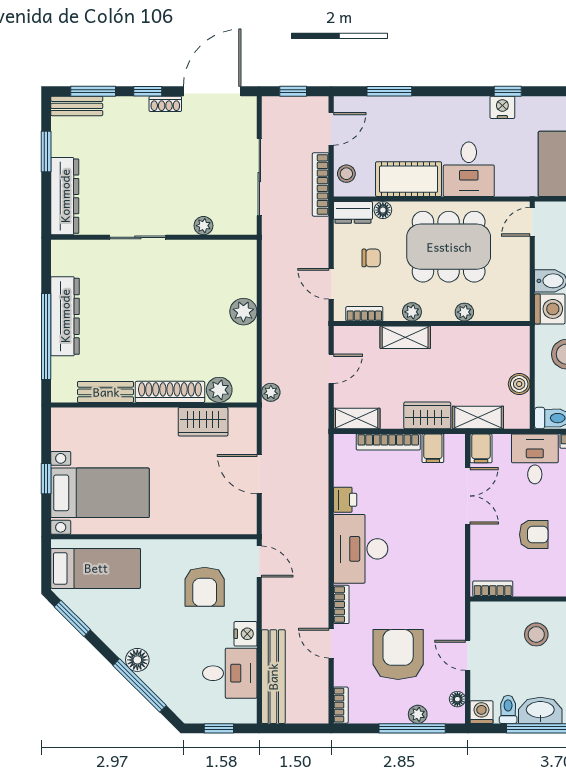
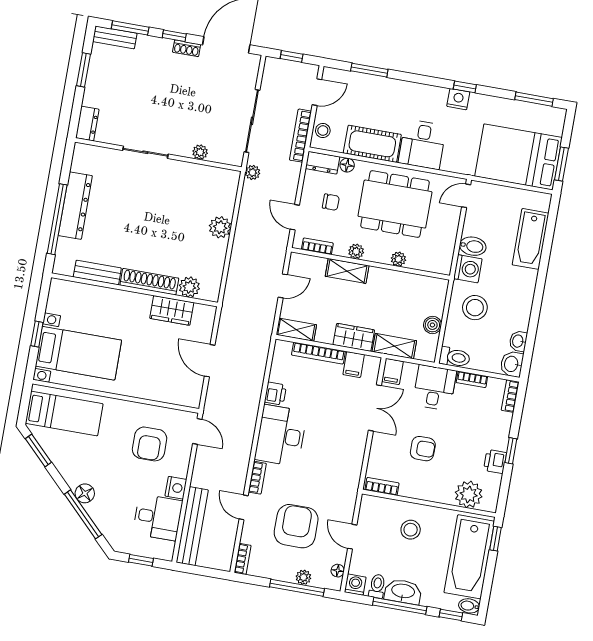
dresser: (65, 196) -> (87, 124), width x0.51, depth x0.80
plant: (271, 392) -> (253, 172), moved

